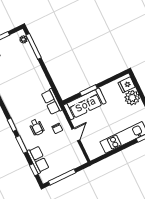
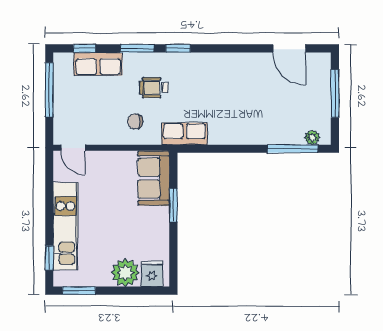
sofa: (85, 104) -> (154, 178), width x0.73
door: (76, 134) -> (73, 148), moved

